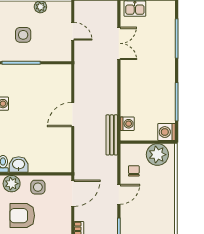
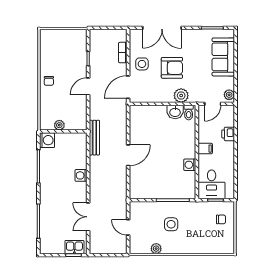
washing machine: (127, 124) -> (81, 175), moved
plant: (157, 155) -> (59, 125), width x0.53, depth x0.53
chair: (134, 171) -> (49, 81), moved
side table: (38, 187) -> (142, 64), moved

